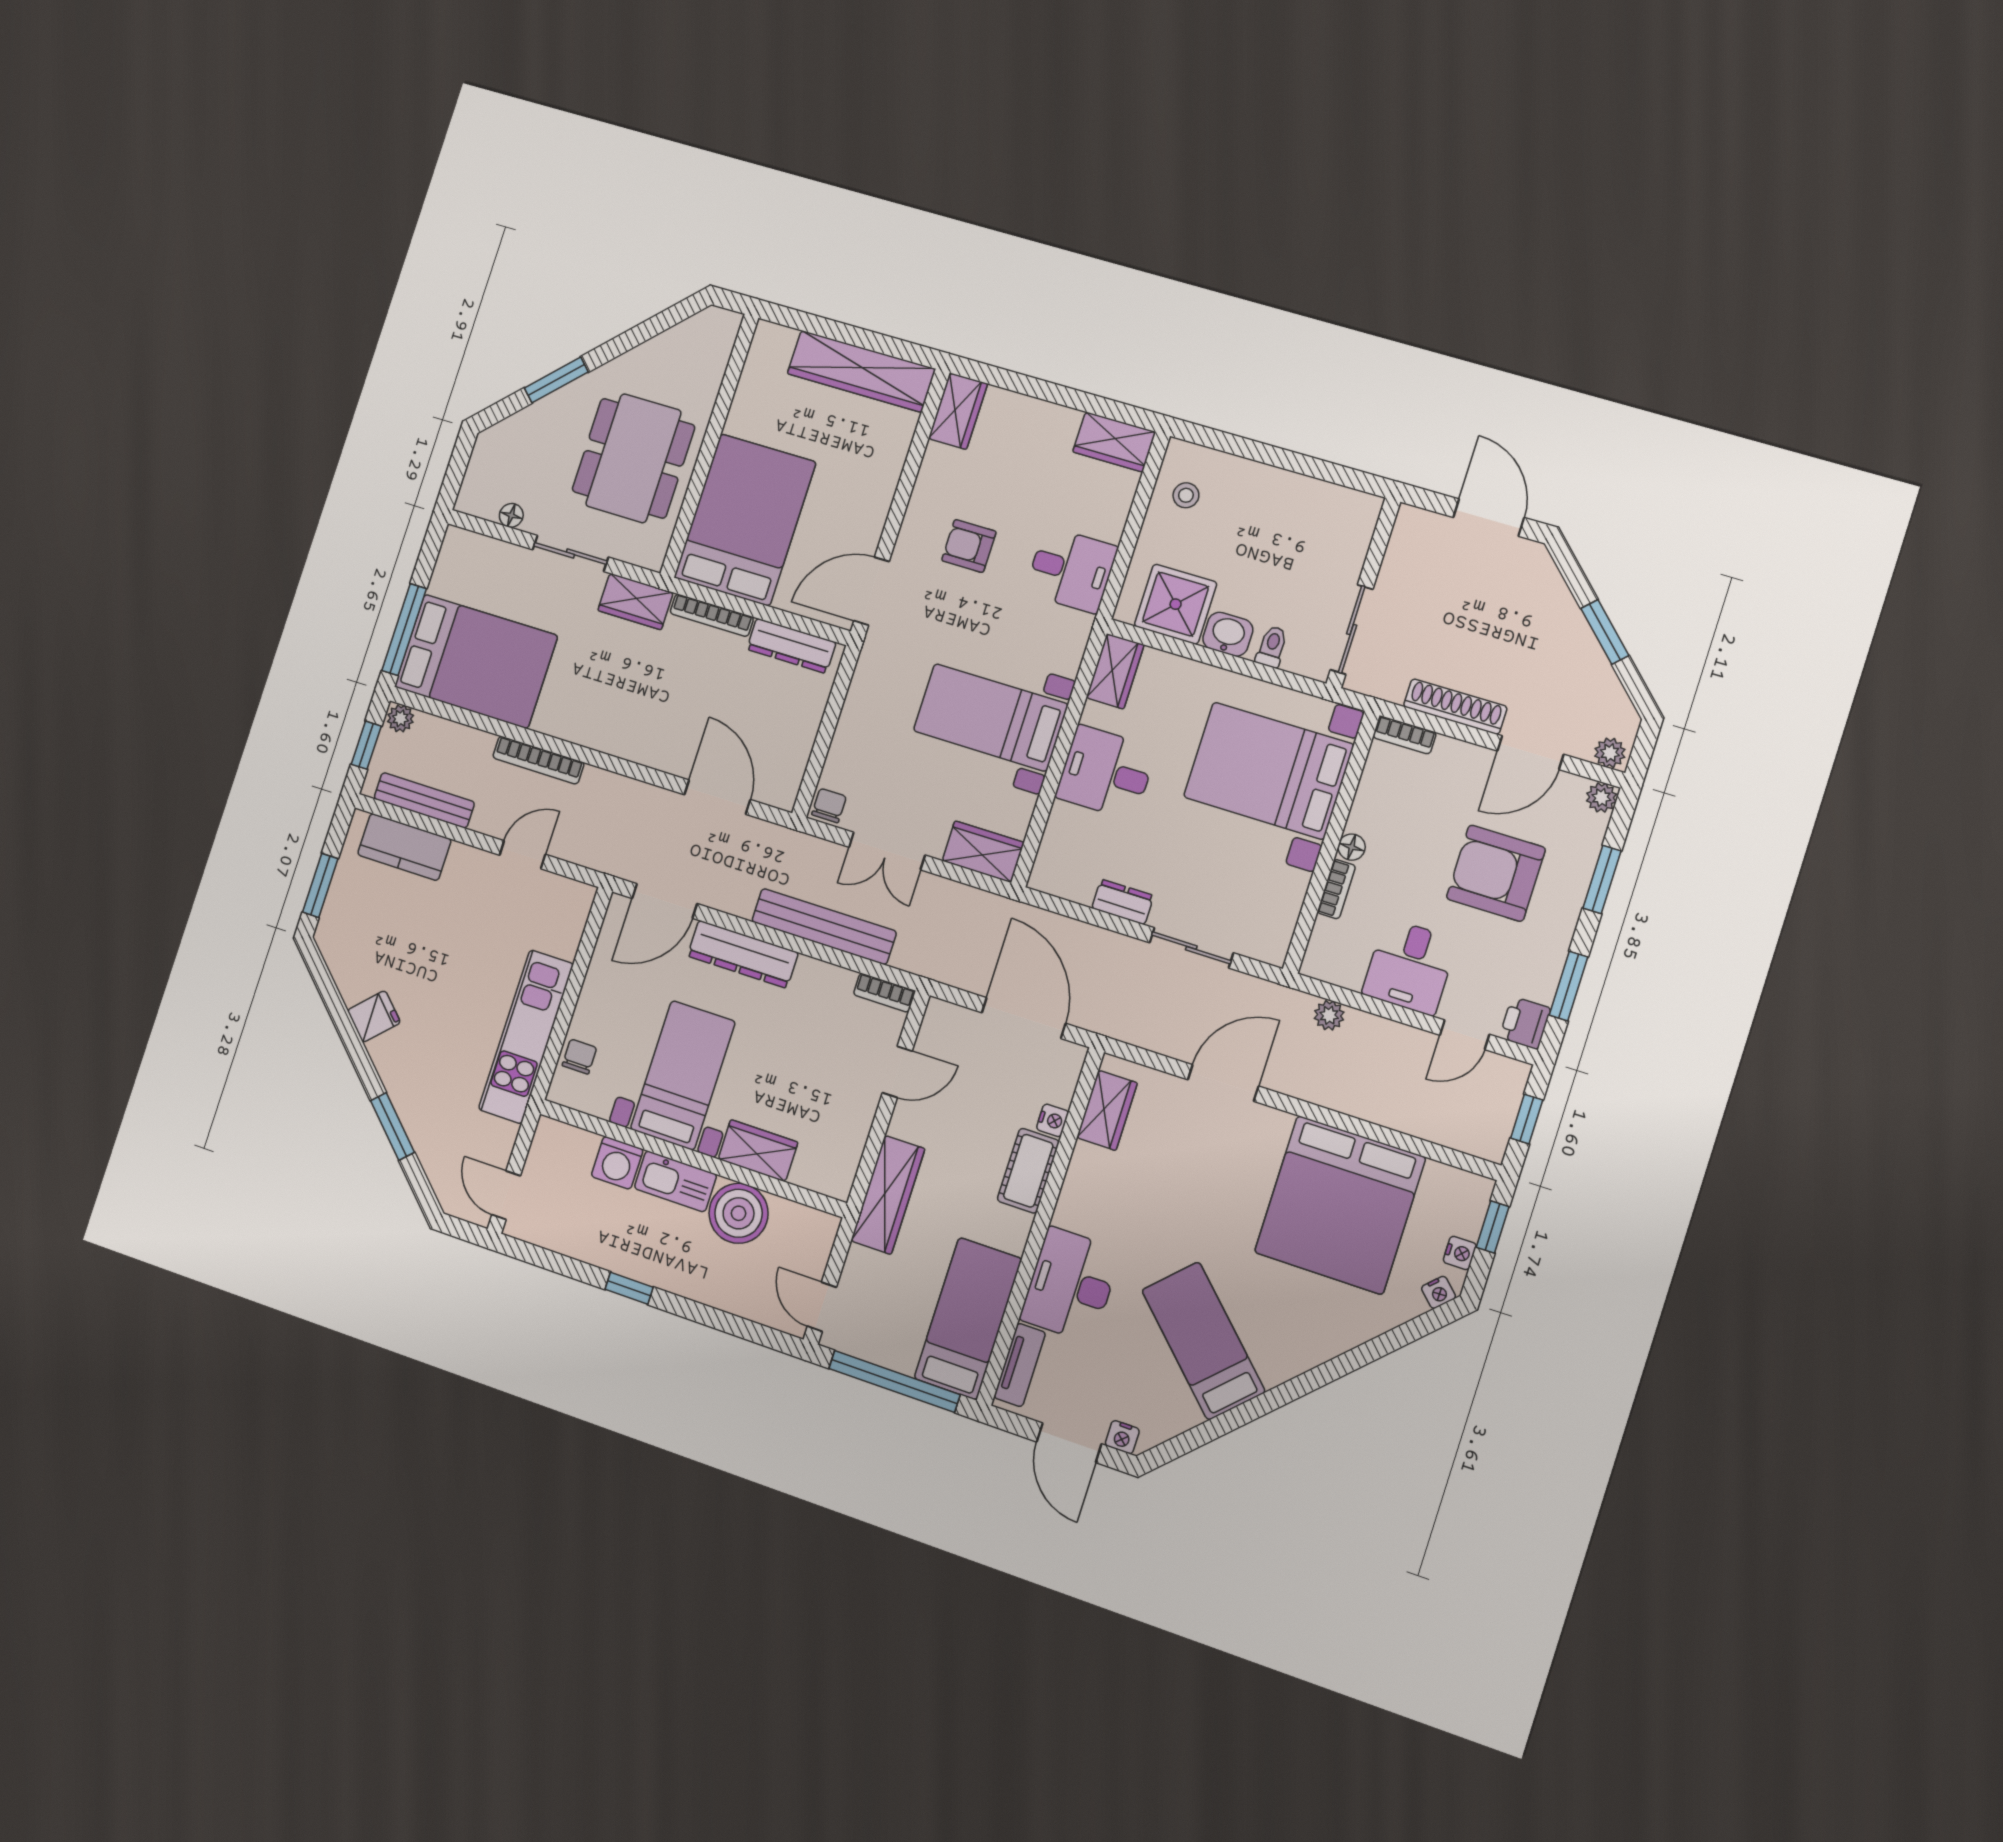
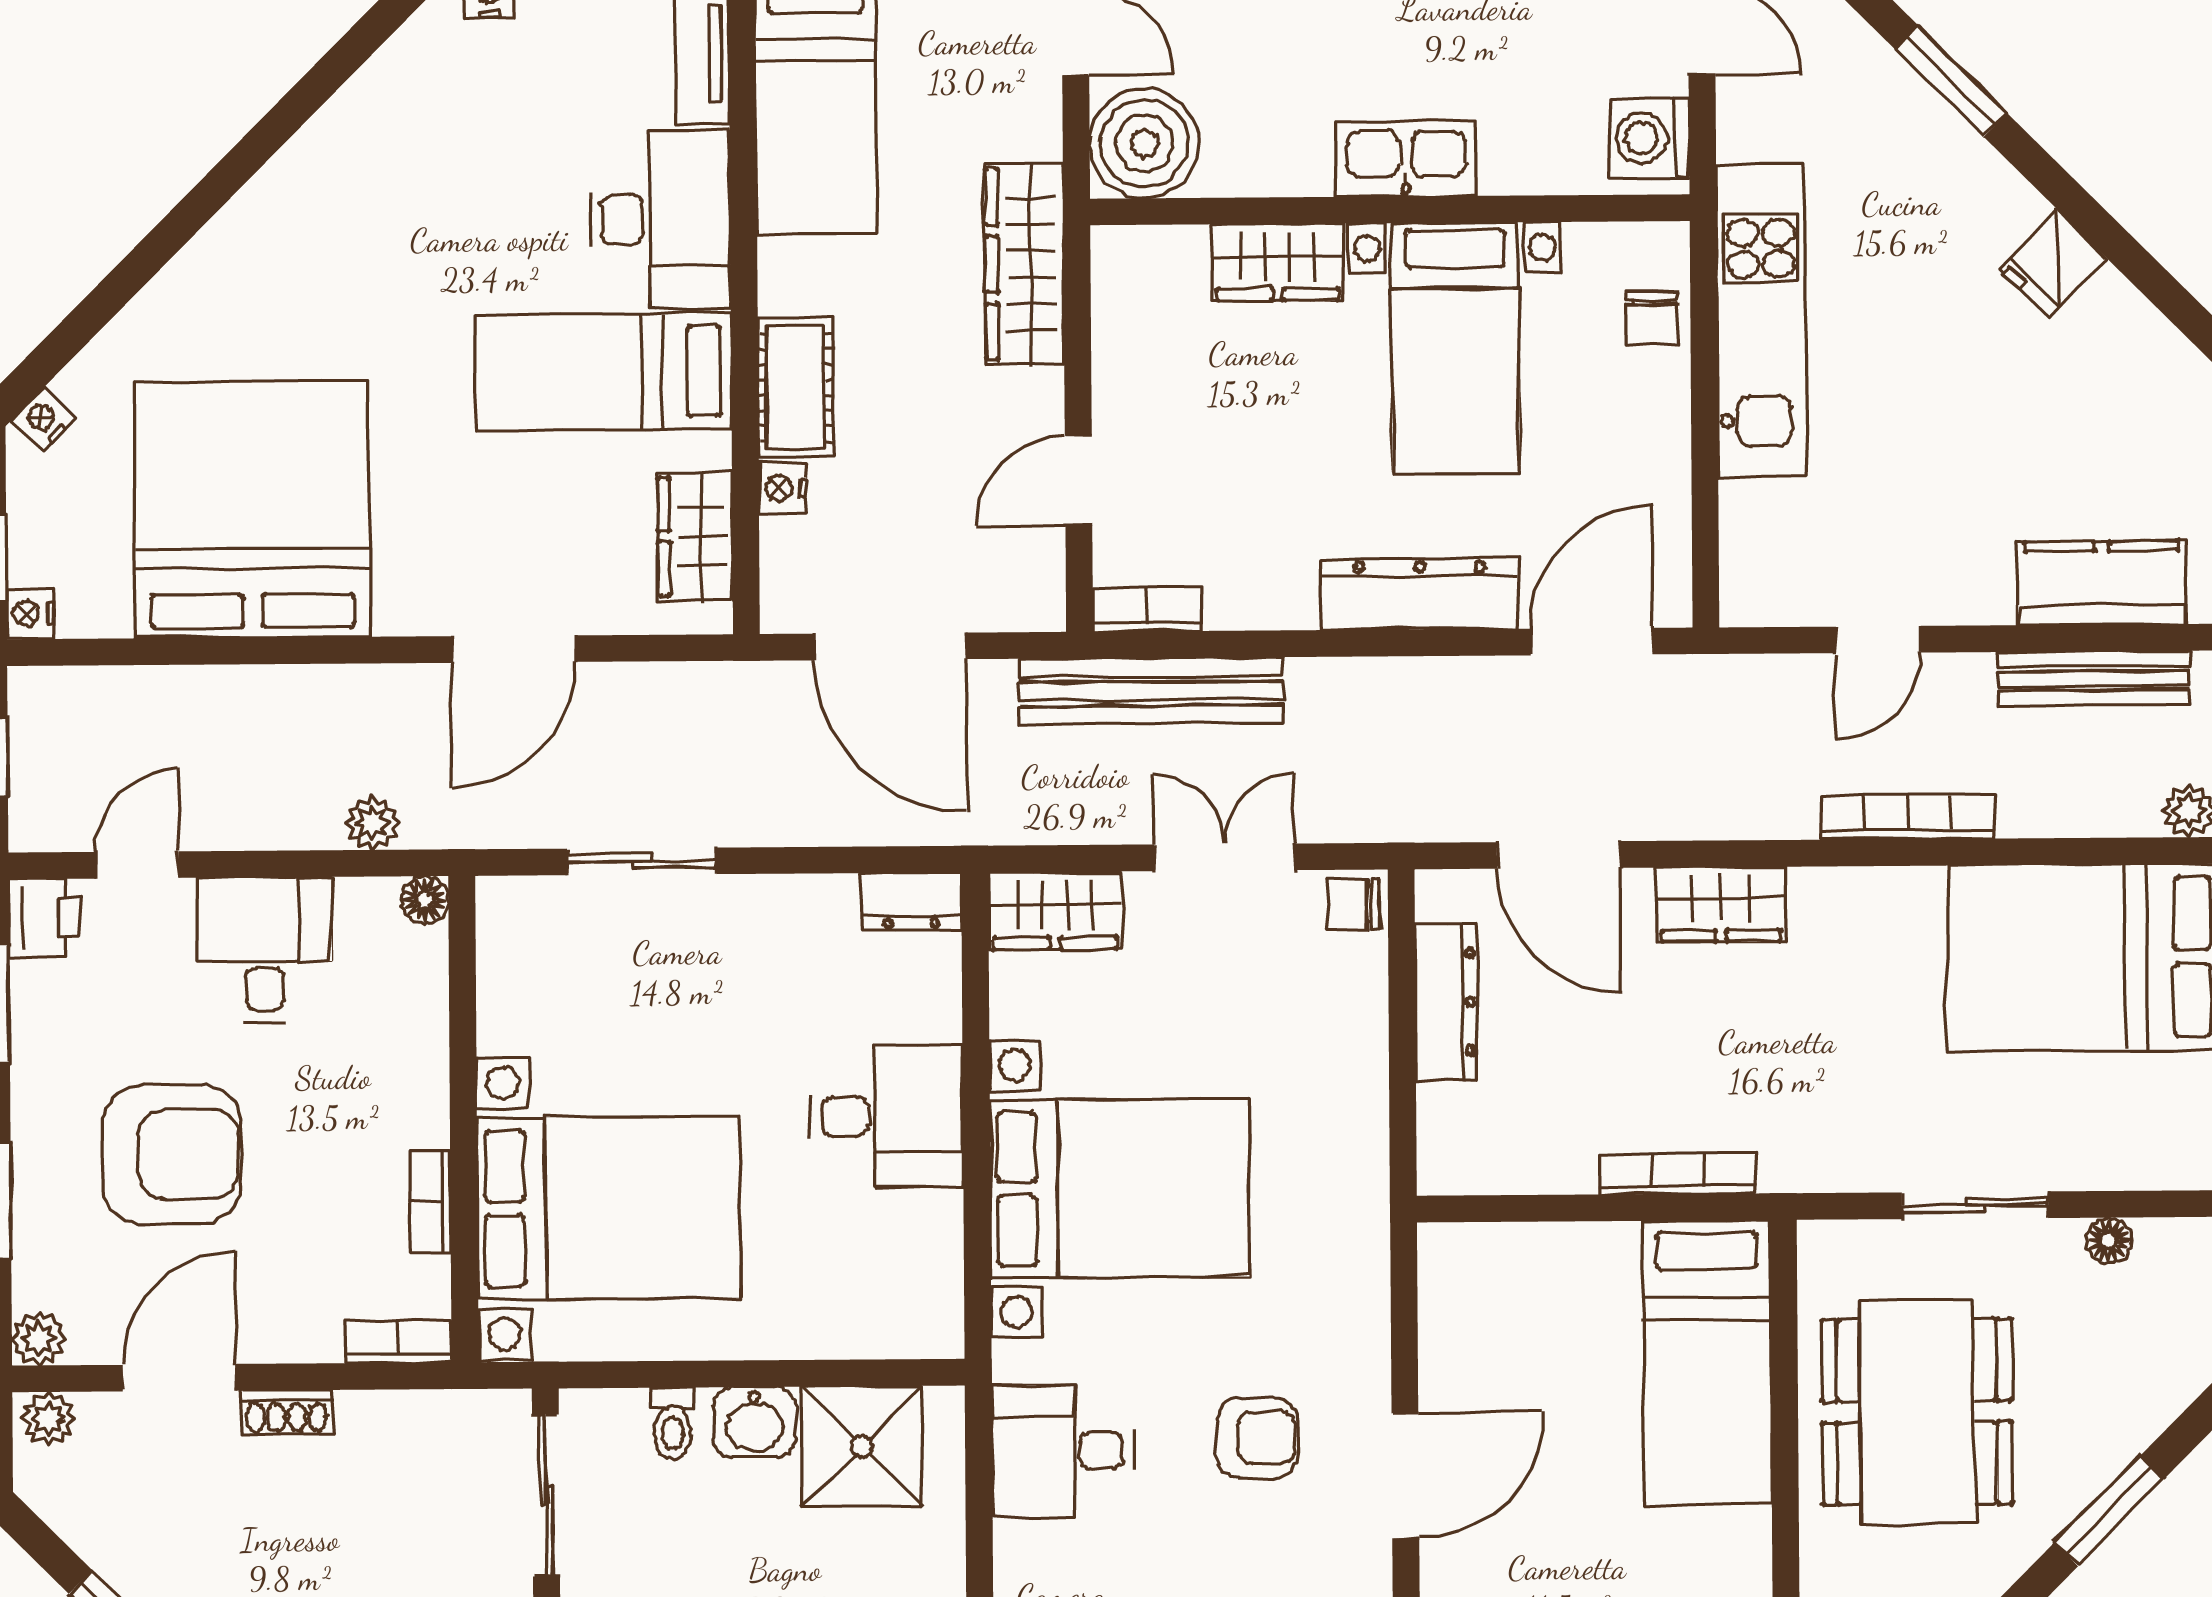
bed: (745, 520) -> (1707, 1362), width x0.67
door: (871, 591) -> (1405, 1476), moved
wardrobe: (635, 601) -> (1721, 904), moved, turned 180
dresser: (791, 646) -> (1446, 1002), moved, turned 90
wardrobe: (1115, 671) -> (928, 1297), removed
shoe rack: (1455, 707) -> (287, 1412), width x0.51, depth x0.81
bed with nightstands: (991, 717) -> (1119, 1188), width x1.36
chair: (829, 806) -> (1354, 904), turned 90
floor lamp: (1352, 847) -> (425, 900), moved
bookcase: (1336, 889) -> (430, 1202), moved
dresser: (1123, 902) -> (911, 901), moved
bench: (824, 926) -> (1151, 691), moved
washing machine: (617, 1163) -> (1650, 138), moved, turned -90
boiler: (739, 1213) -> (1144, 143), moved
nightstand: (1460, 1253) -> (30, 613), moved
bed: (1203, 1341) -> (603, 372), moved, turned 135

